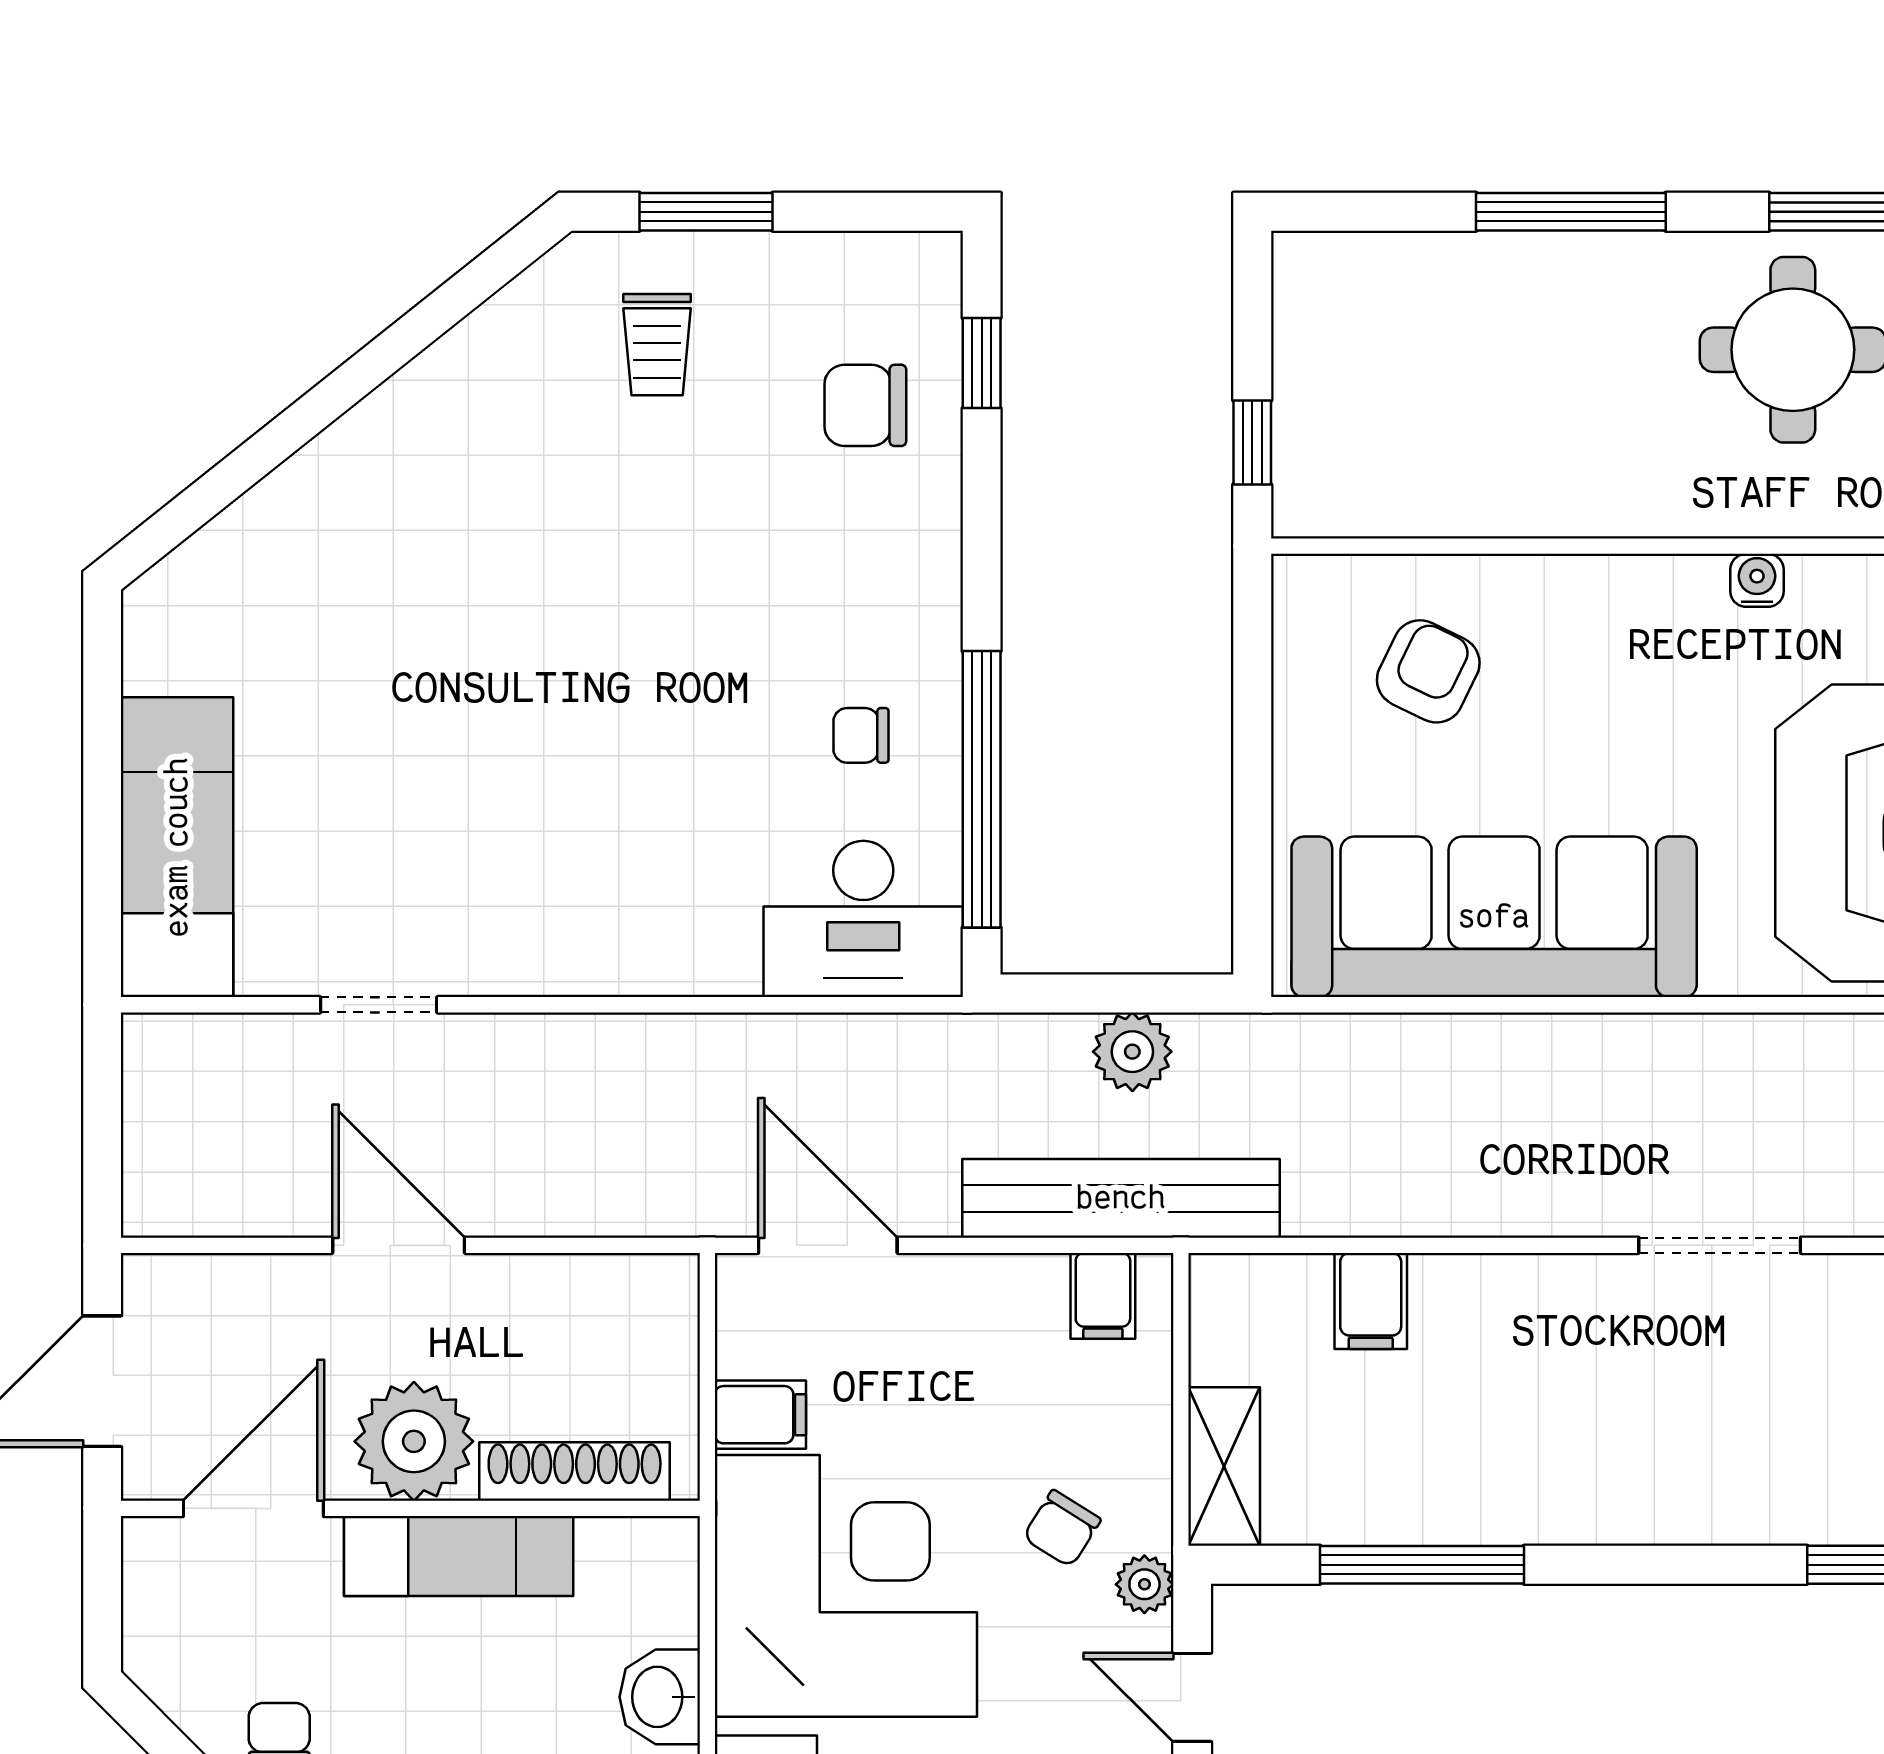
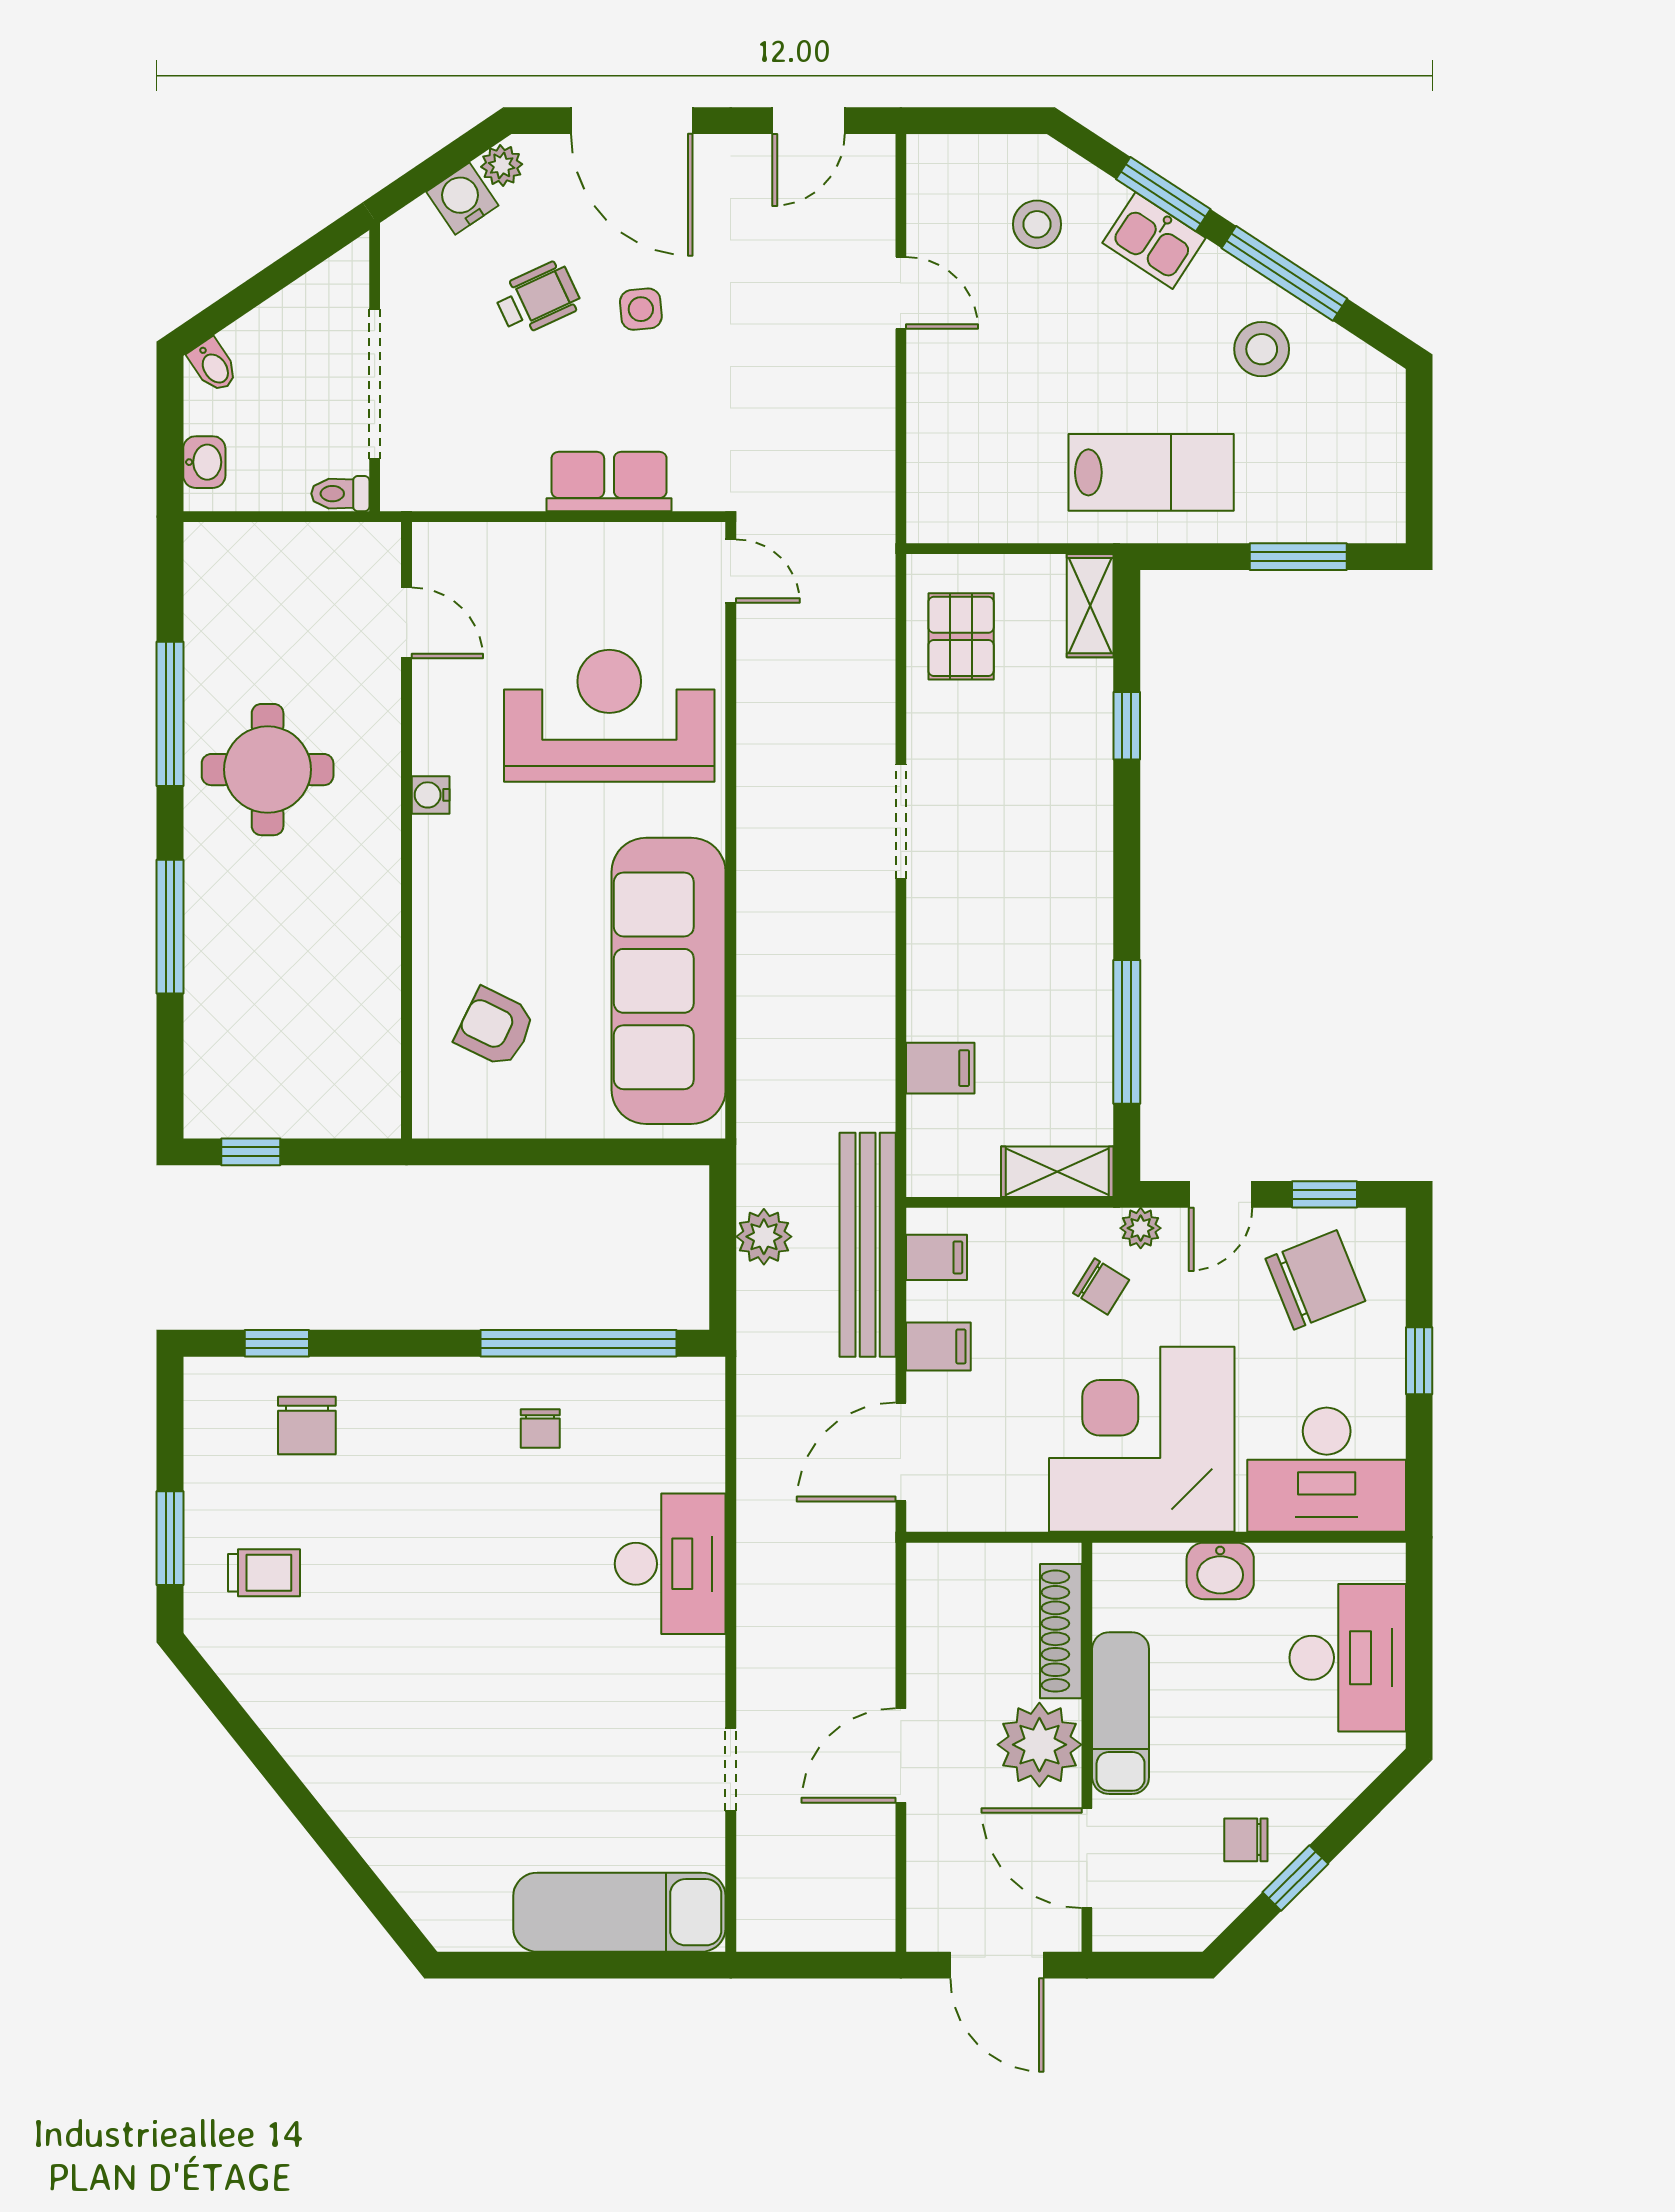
window: (1252, 442) -> (251, 1152), moved
desk: (863, 919) -> (670, 1564), moved
filing cabinet: (760, 1415) -> (938, 1346), moved, turned 90

